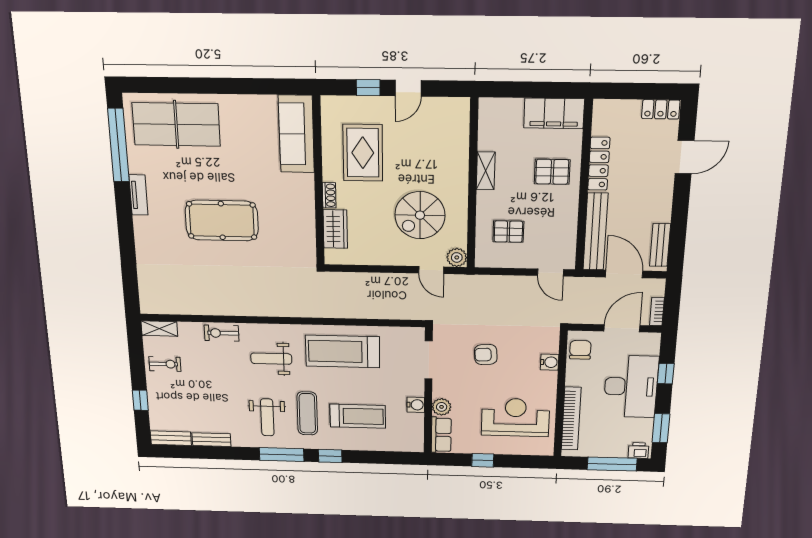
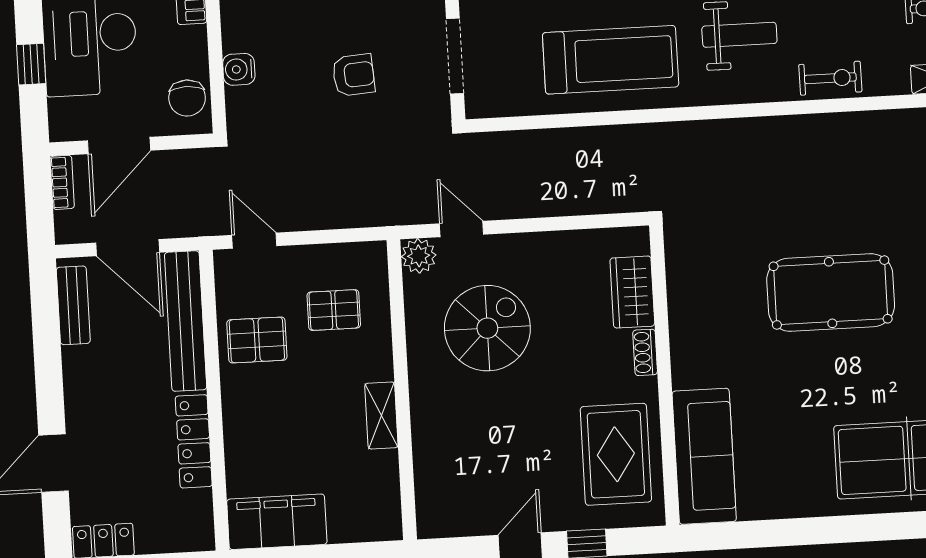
rug: (363, 153) -> (616, 454), moved
pallet: (552, 172) -> (257, 340), moved

